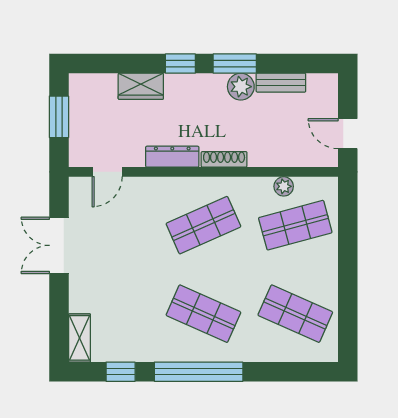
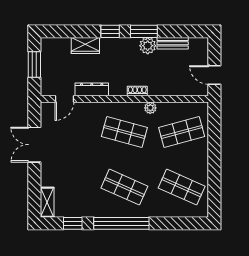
dresser: (172, 157) -> (92, 89), moved
shoe rack: (224, 159) -> (137, 91), width x0.70
plant: (284, 186) -> (150, 108), moved
shop shelf: (203, 225) -> (124, 132), turned 39

